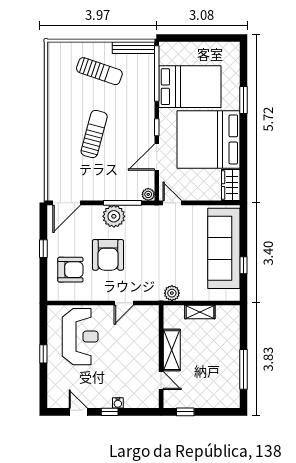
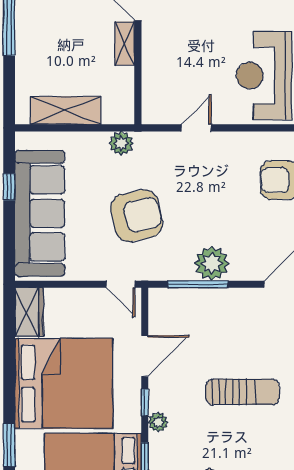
sun lounger: (94, 134) -> (242, 392), turned -105
plant: (148, 194) -> (158, 422), moved
armchair: (108, 255) -> (137, 216), moved, turned 77
shelving: (200, 312) -> (65, 110), width x1.50, depth x1.33
shelving: (172, 350) -> (125, 43), width x0.67, depth x0.75

